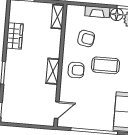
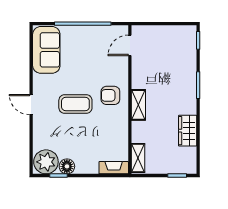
fireplace: (97, 12) -> (114, 168), moved
armchair: (86, 38) -> (101, 134), removed
shelving: (53, 71) -> (138, 105), moved

